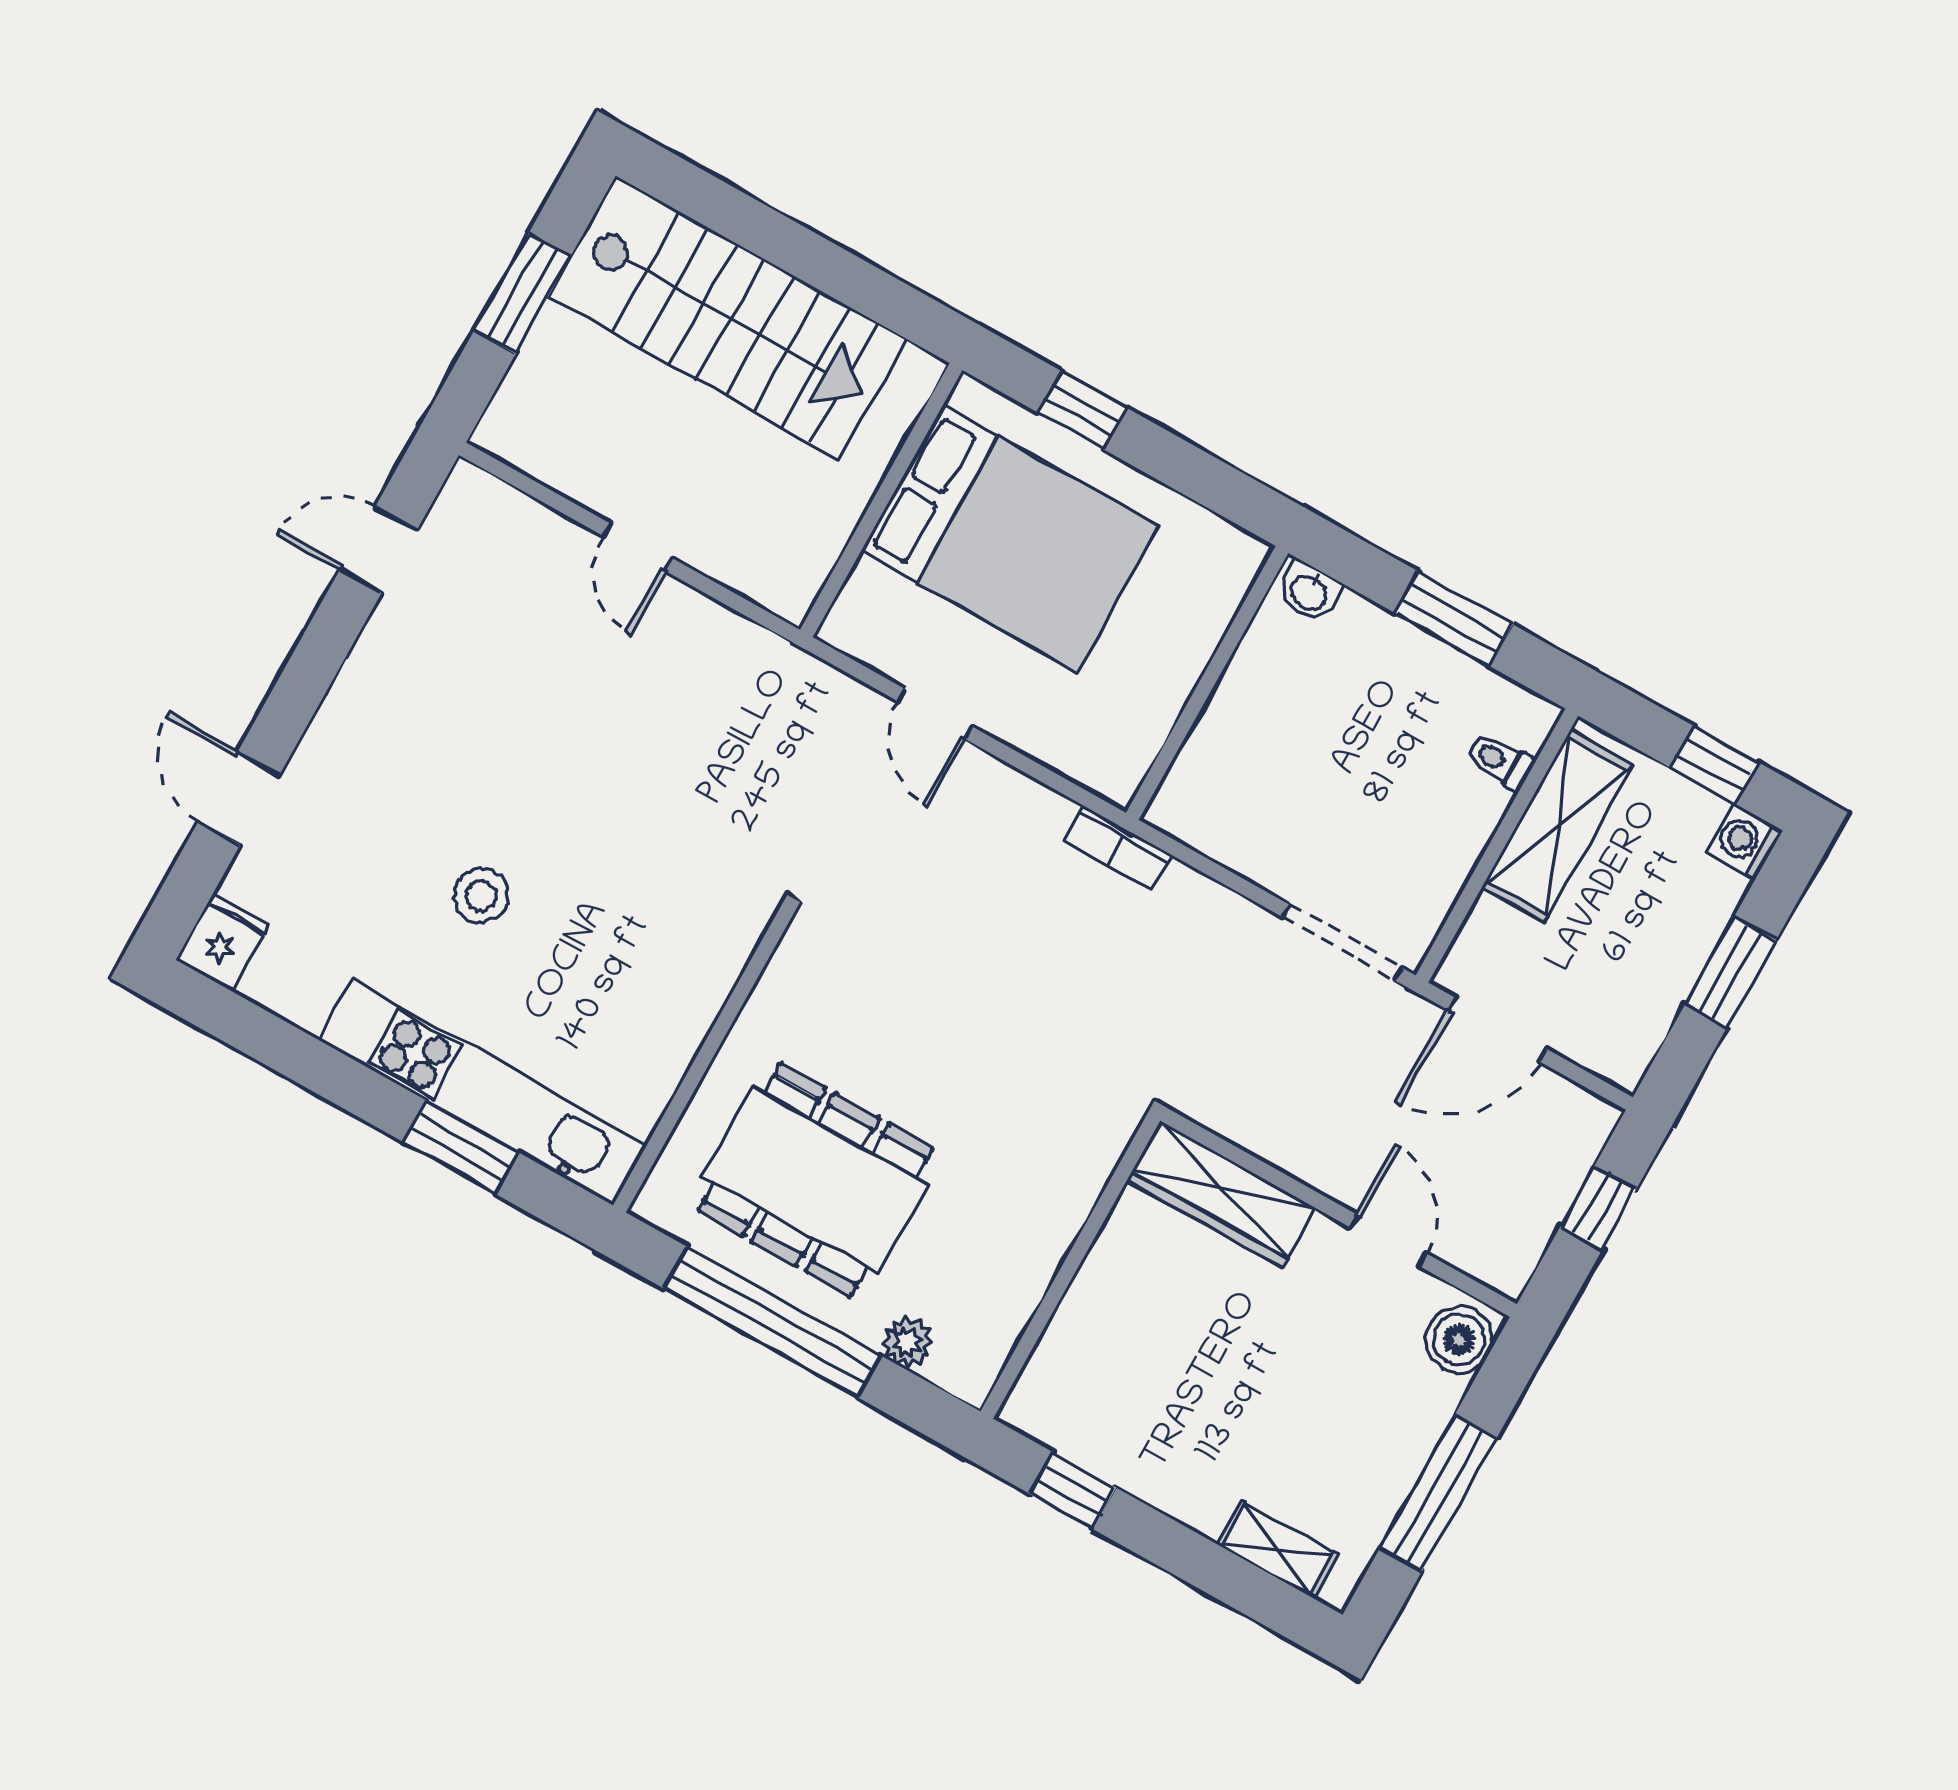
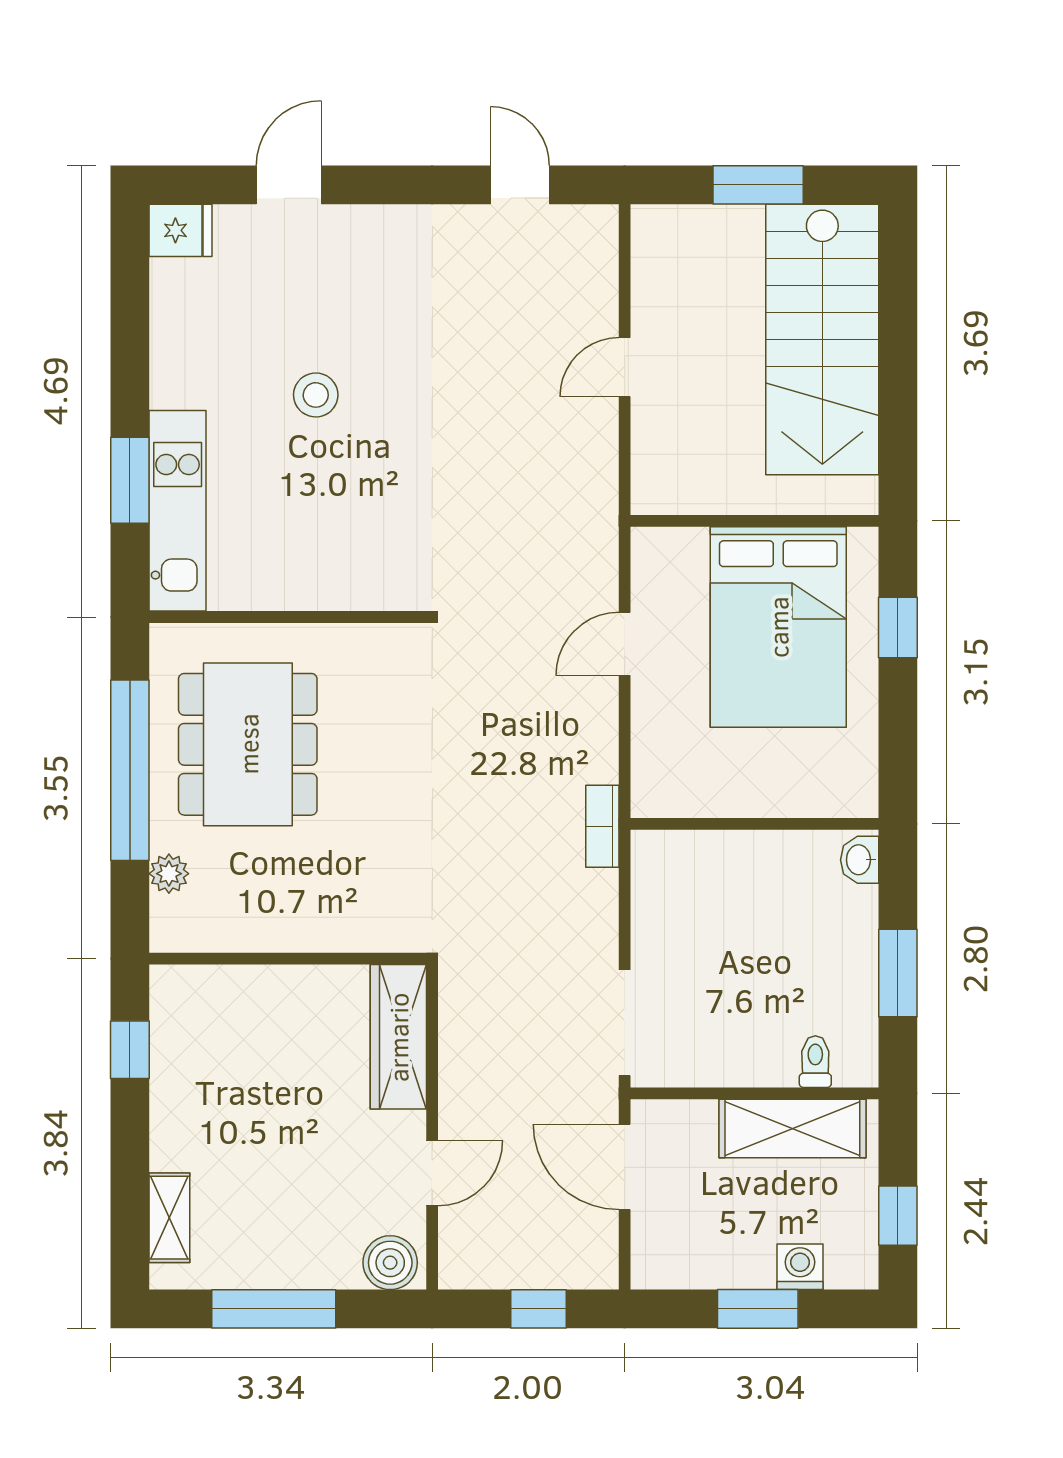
washing machine: (1744, 841) -> (800, 1267), moved
kitchen unit: (483, 1092) -> (178, 511), width x0.73

